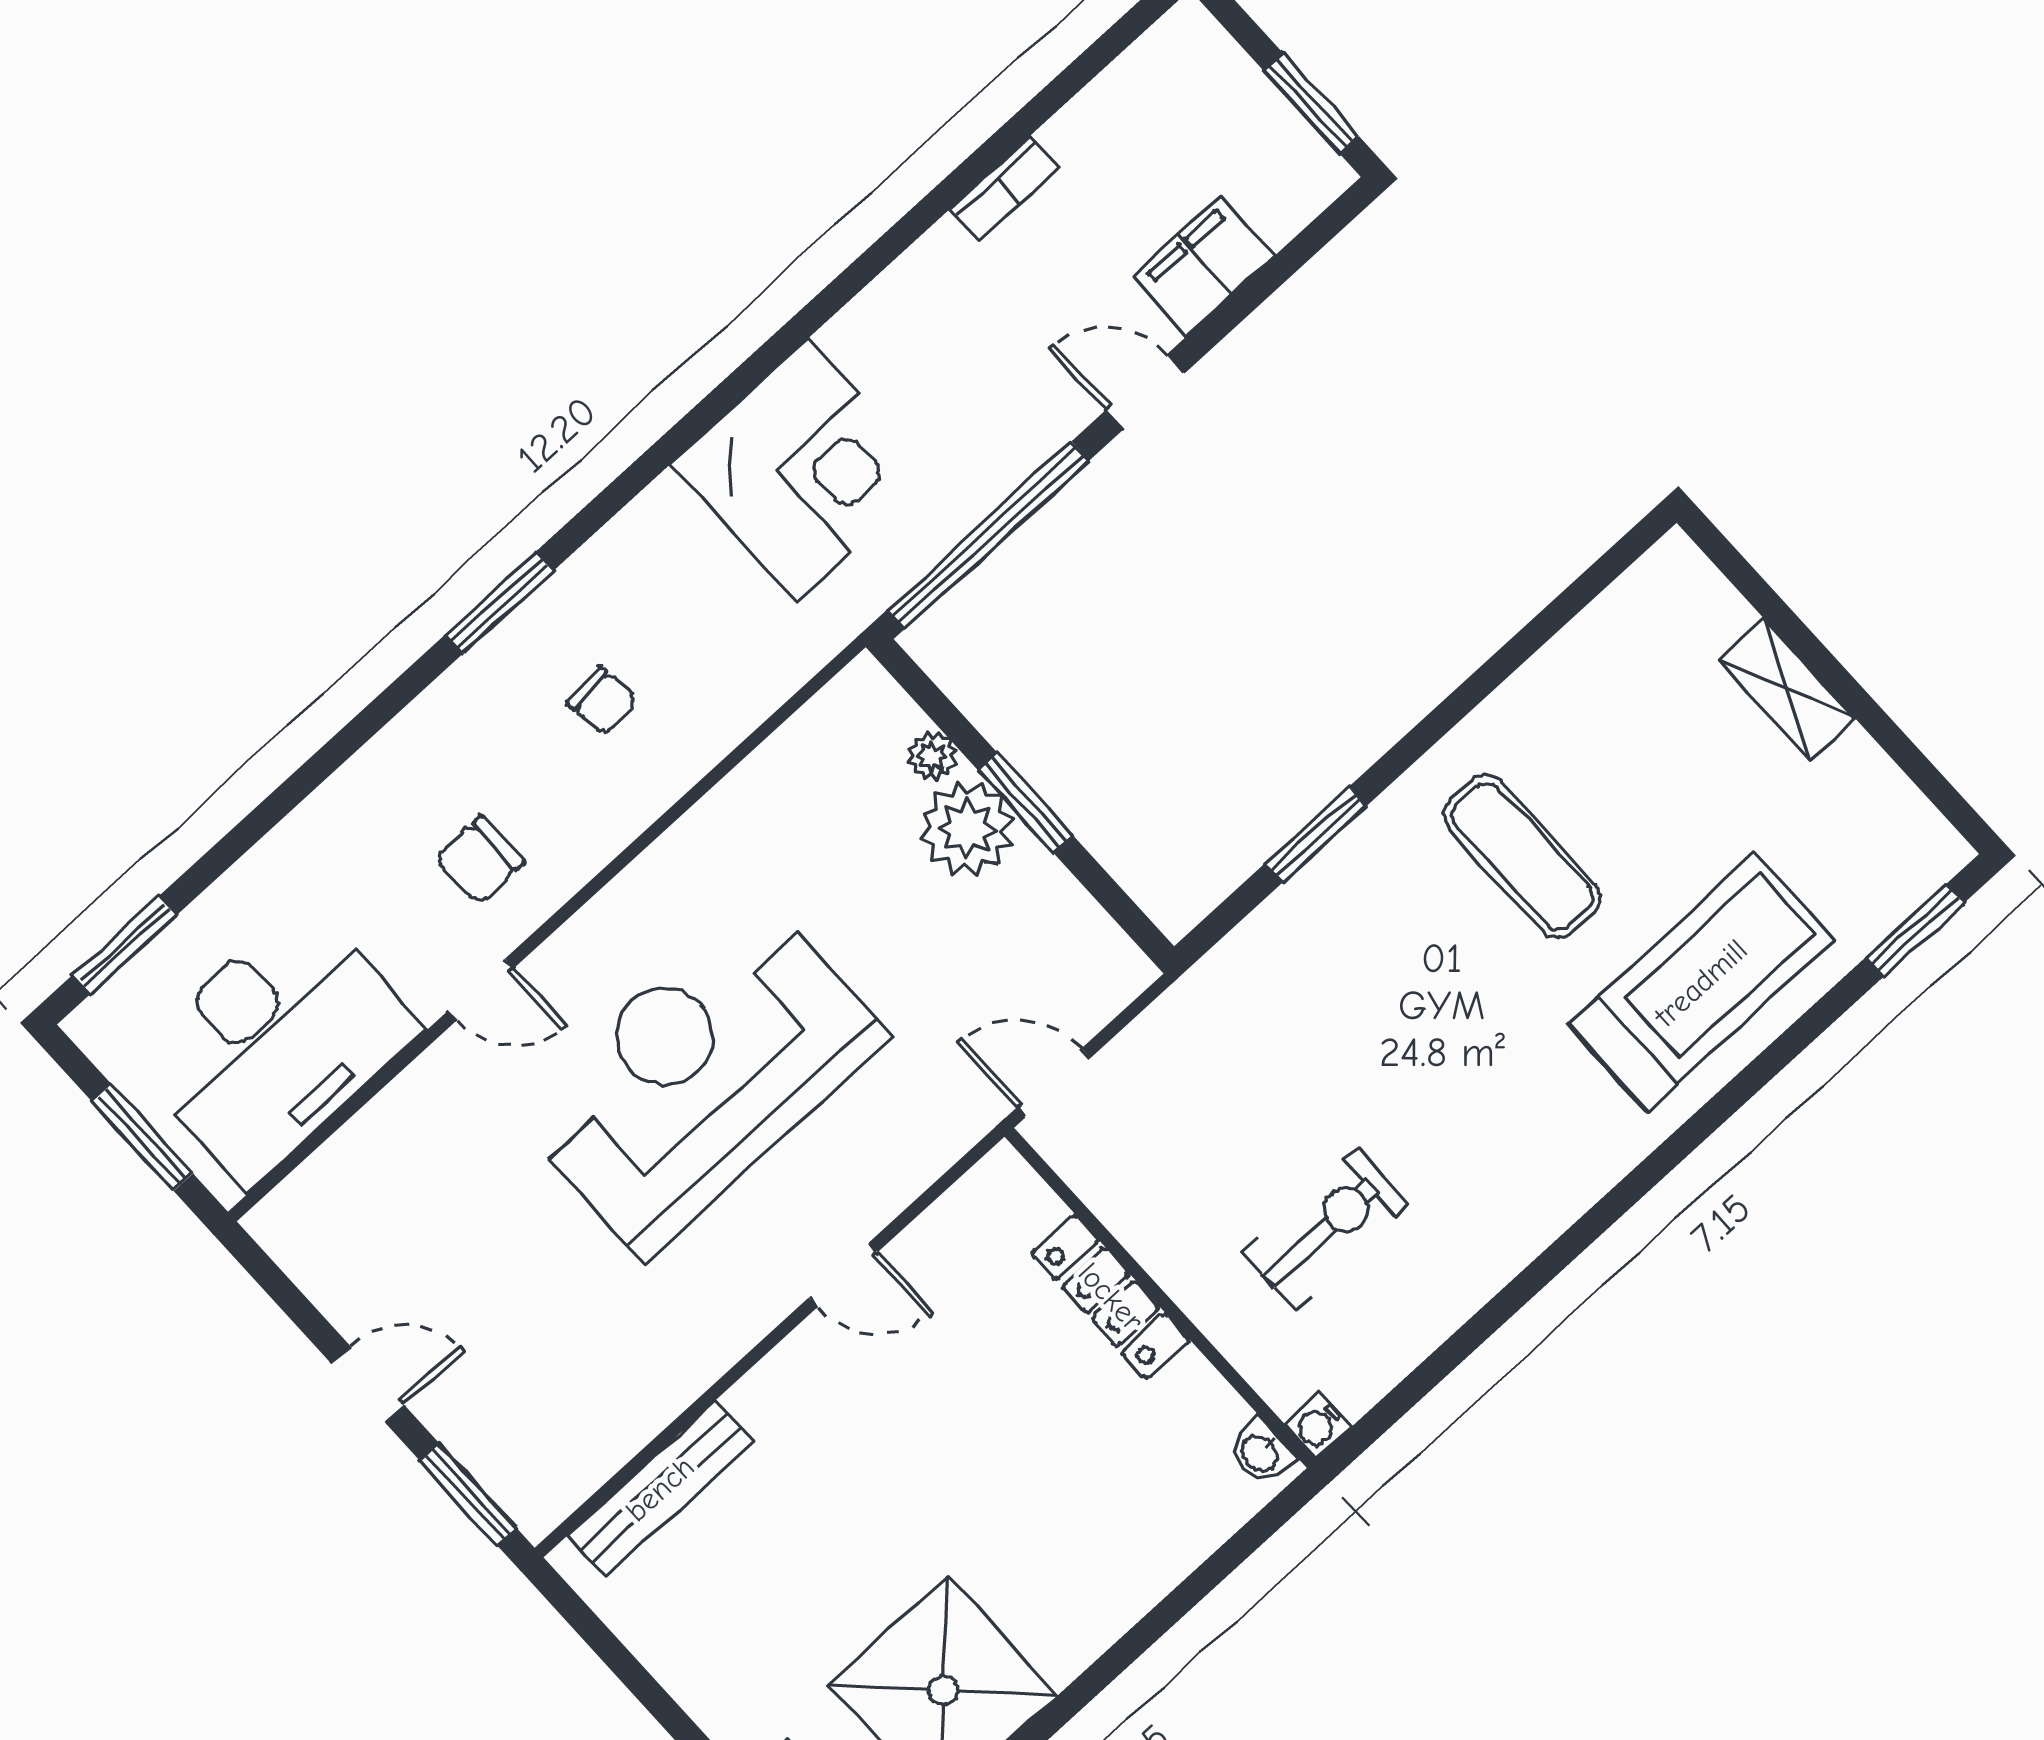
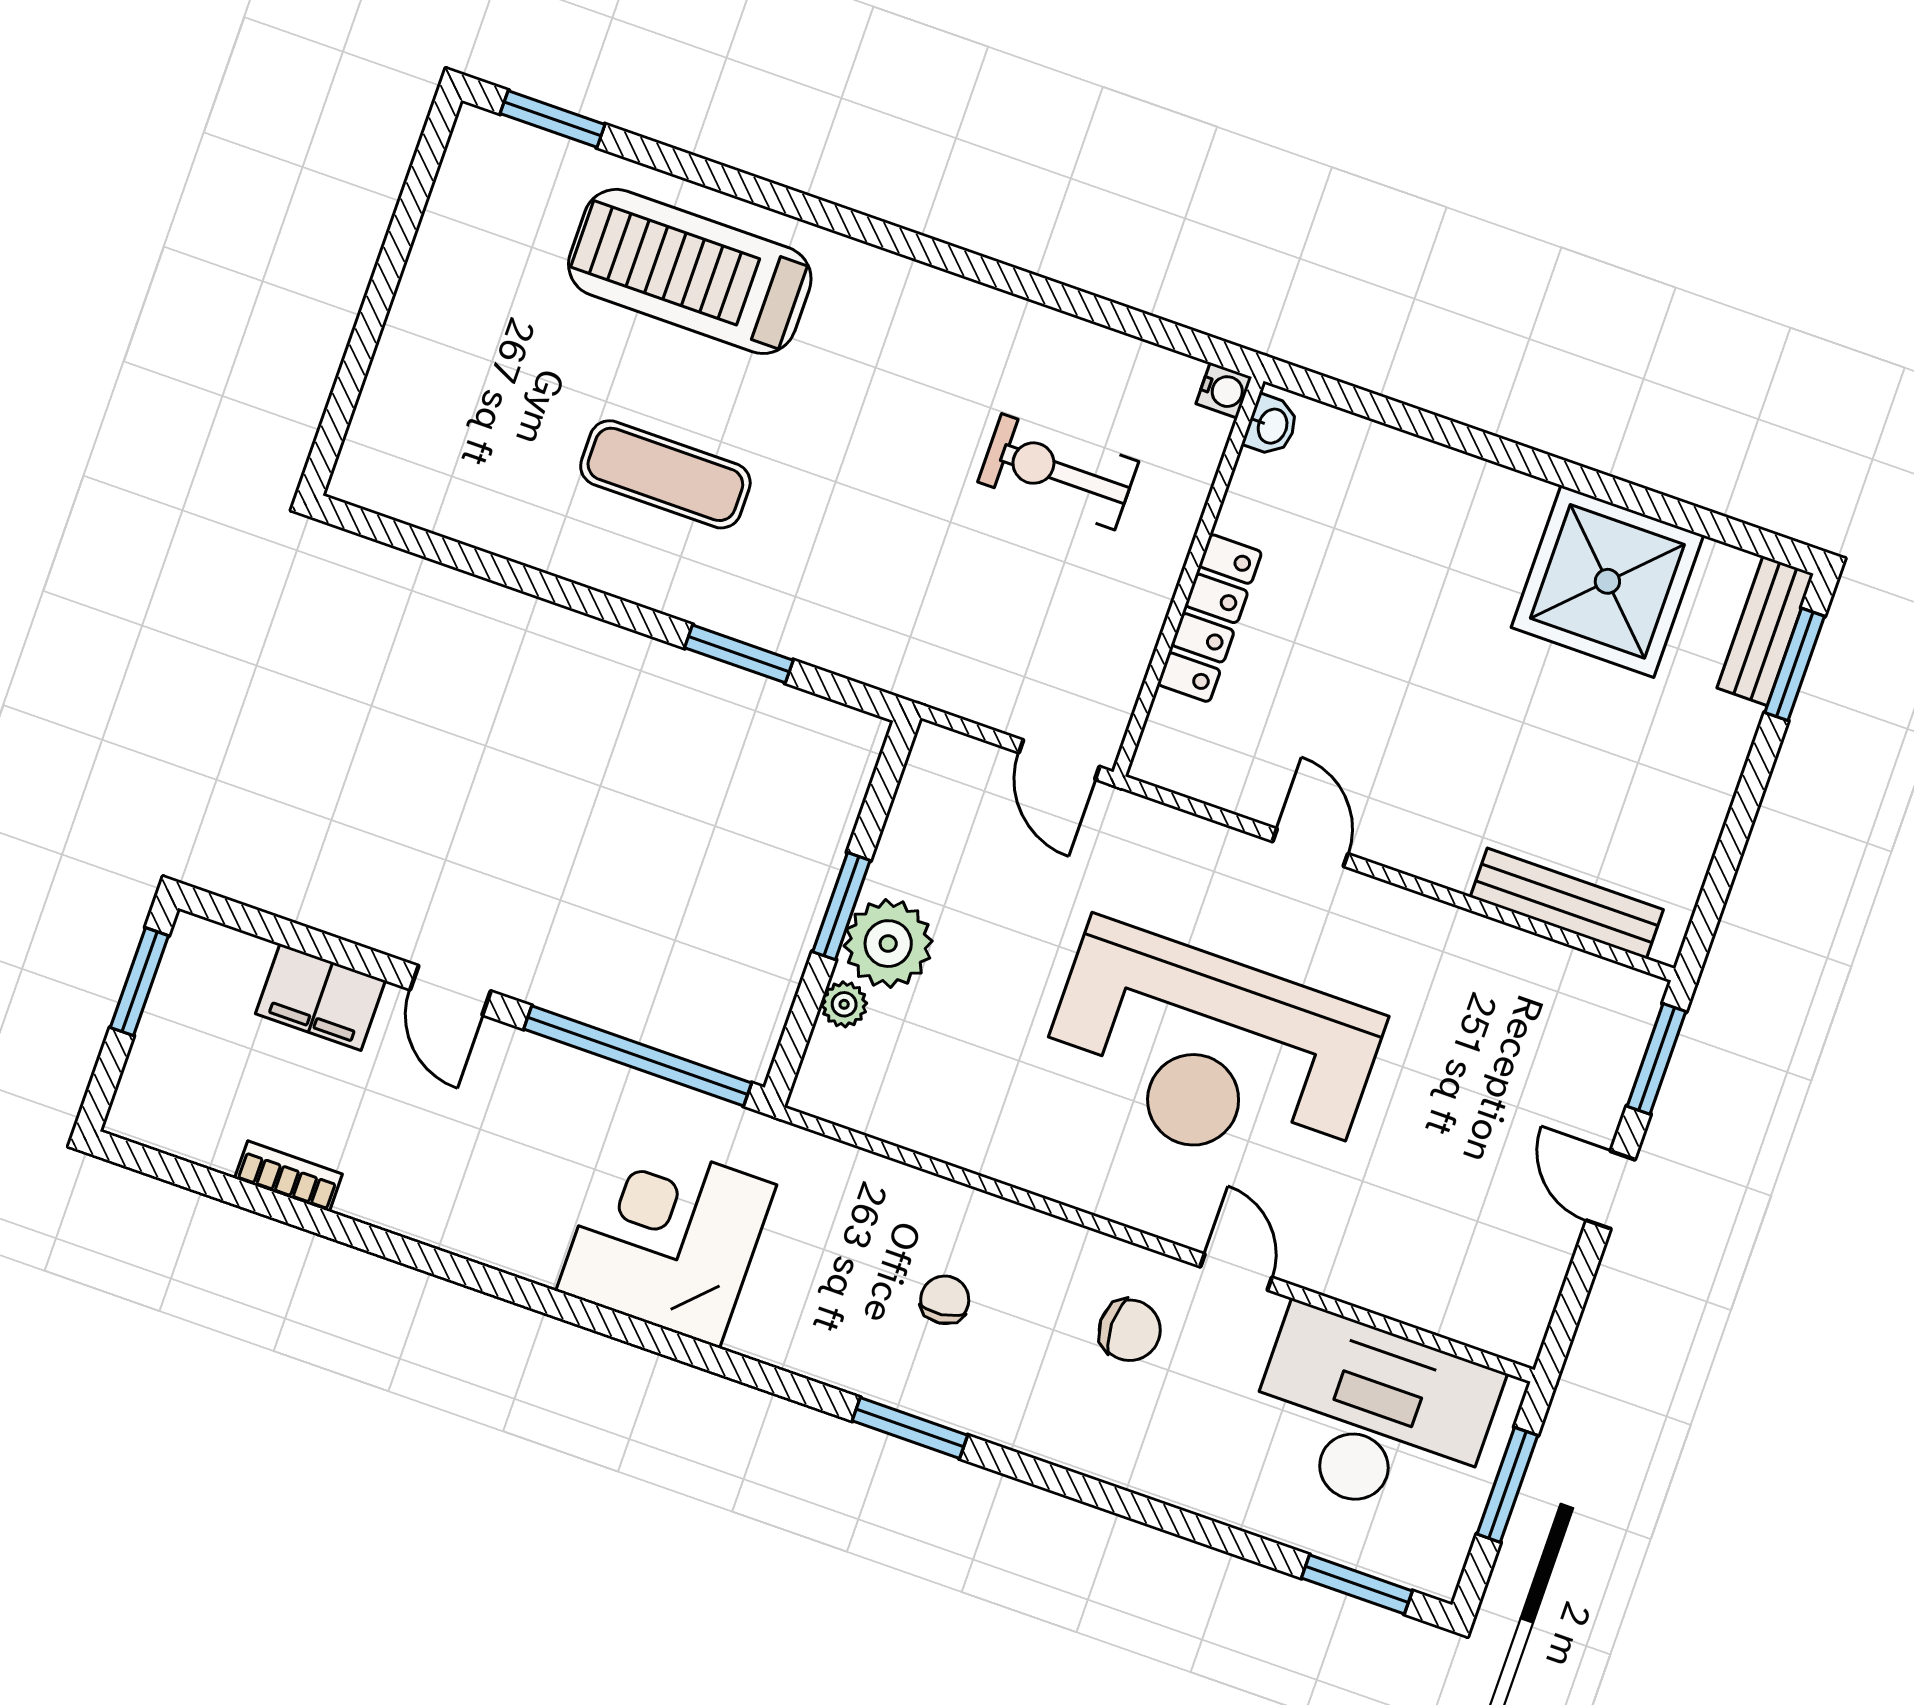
bookcase: (1004, 188) -> (288, 1176), moved
shelving: (1787, 689) -> (411, 331), removed
exercise mat: (1522, 857) -> (665, 474), turned 90

